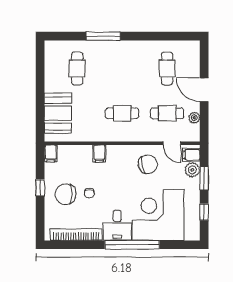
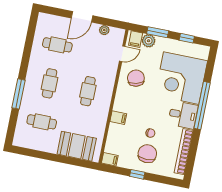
cafe table: (167, 113) -> (50, 83), moved
chair: (66, 194) -> (147, 154), turned 180

